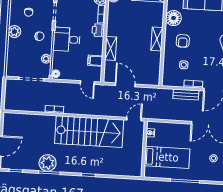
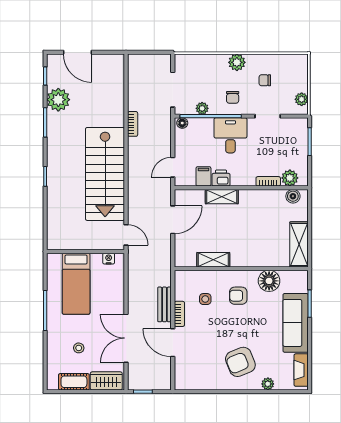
printer: (98, 30) -> (221, 178), moved
shelving: (157, 39) -> (213, 260), moved
plant: (48, 163) -> (58, 100), moved

